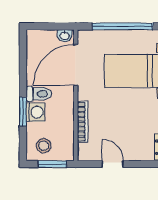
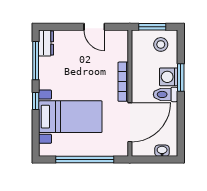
washbasin: (65, 36) -> (162, 151), moved
bookcase: (83, 122) -> (123, 82), moved

